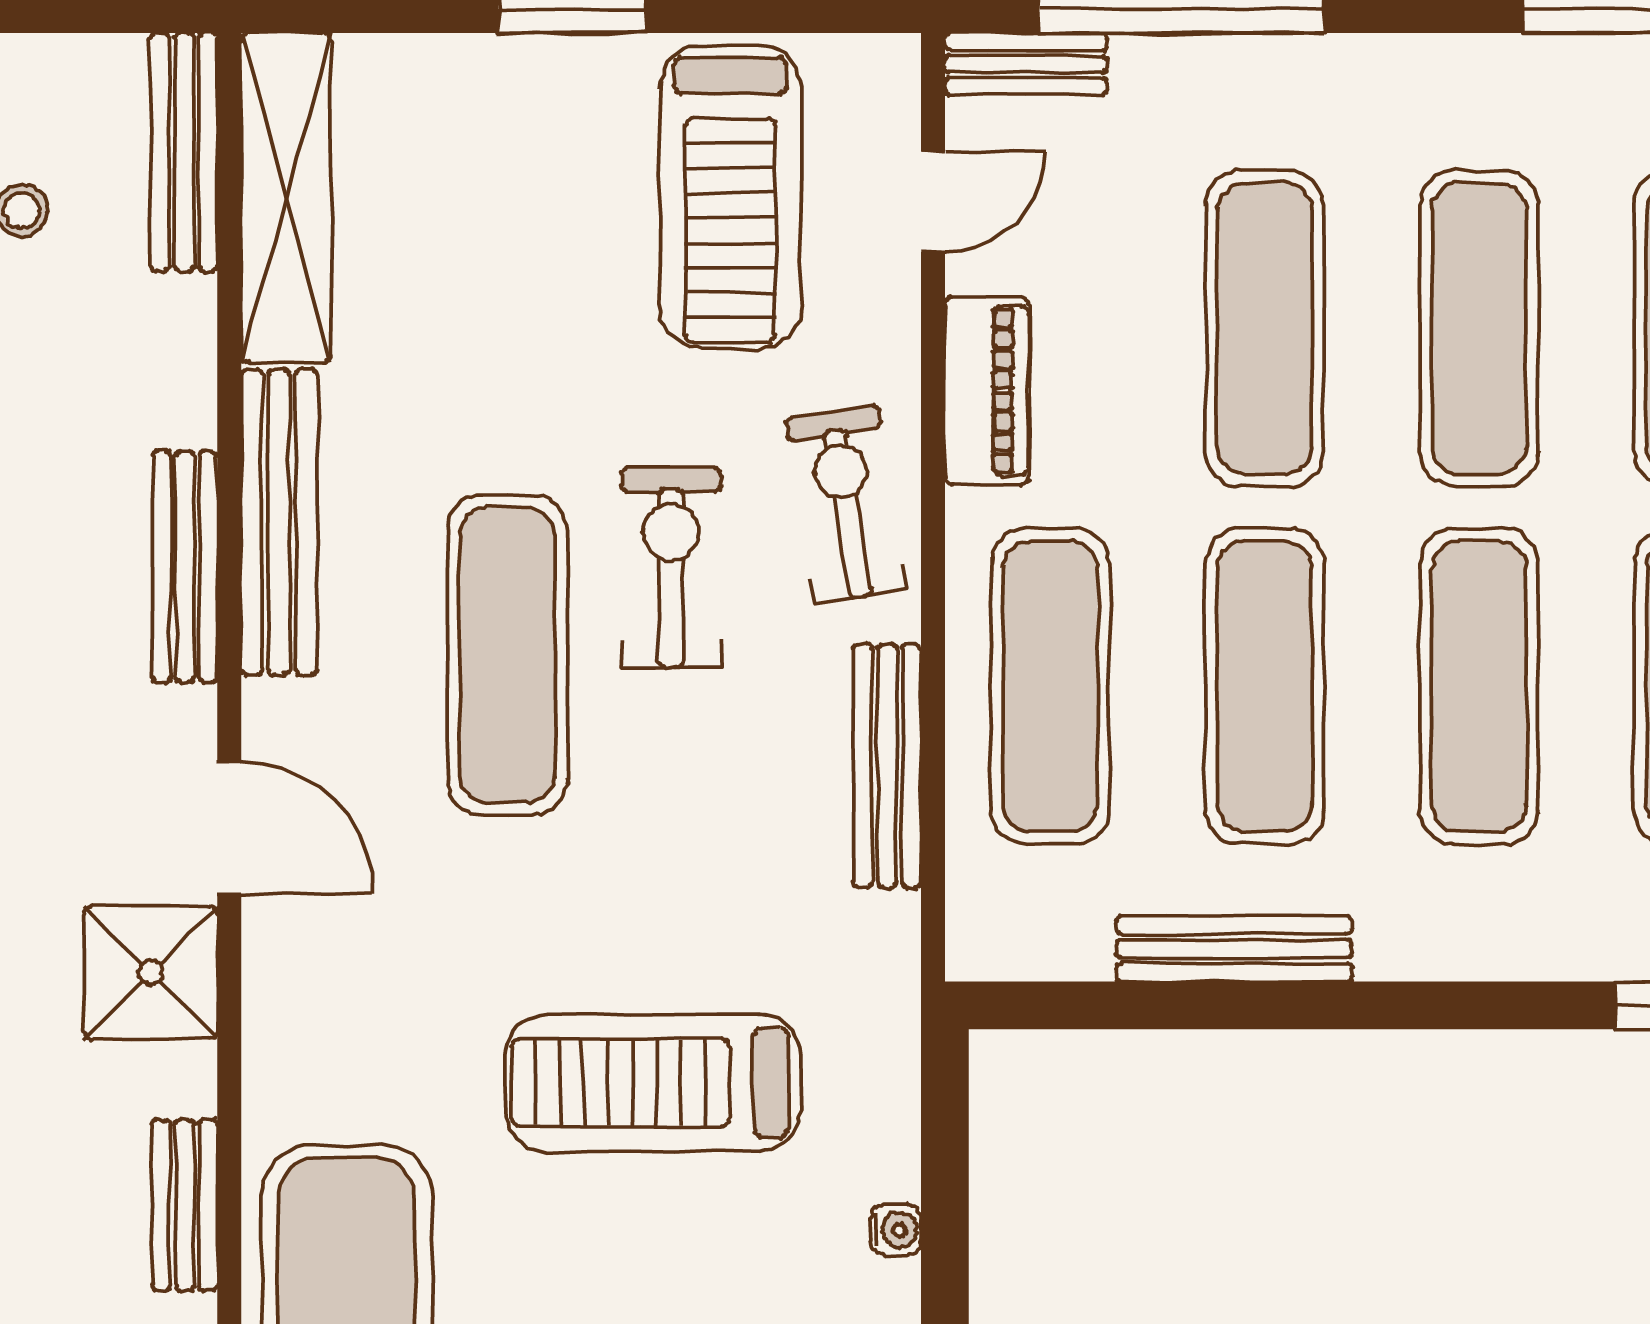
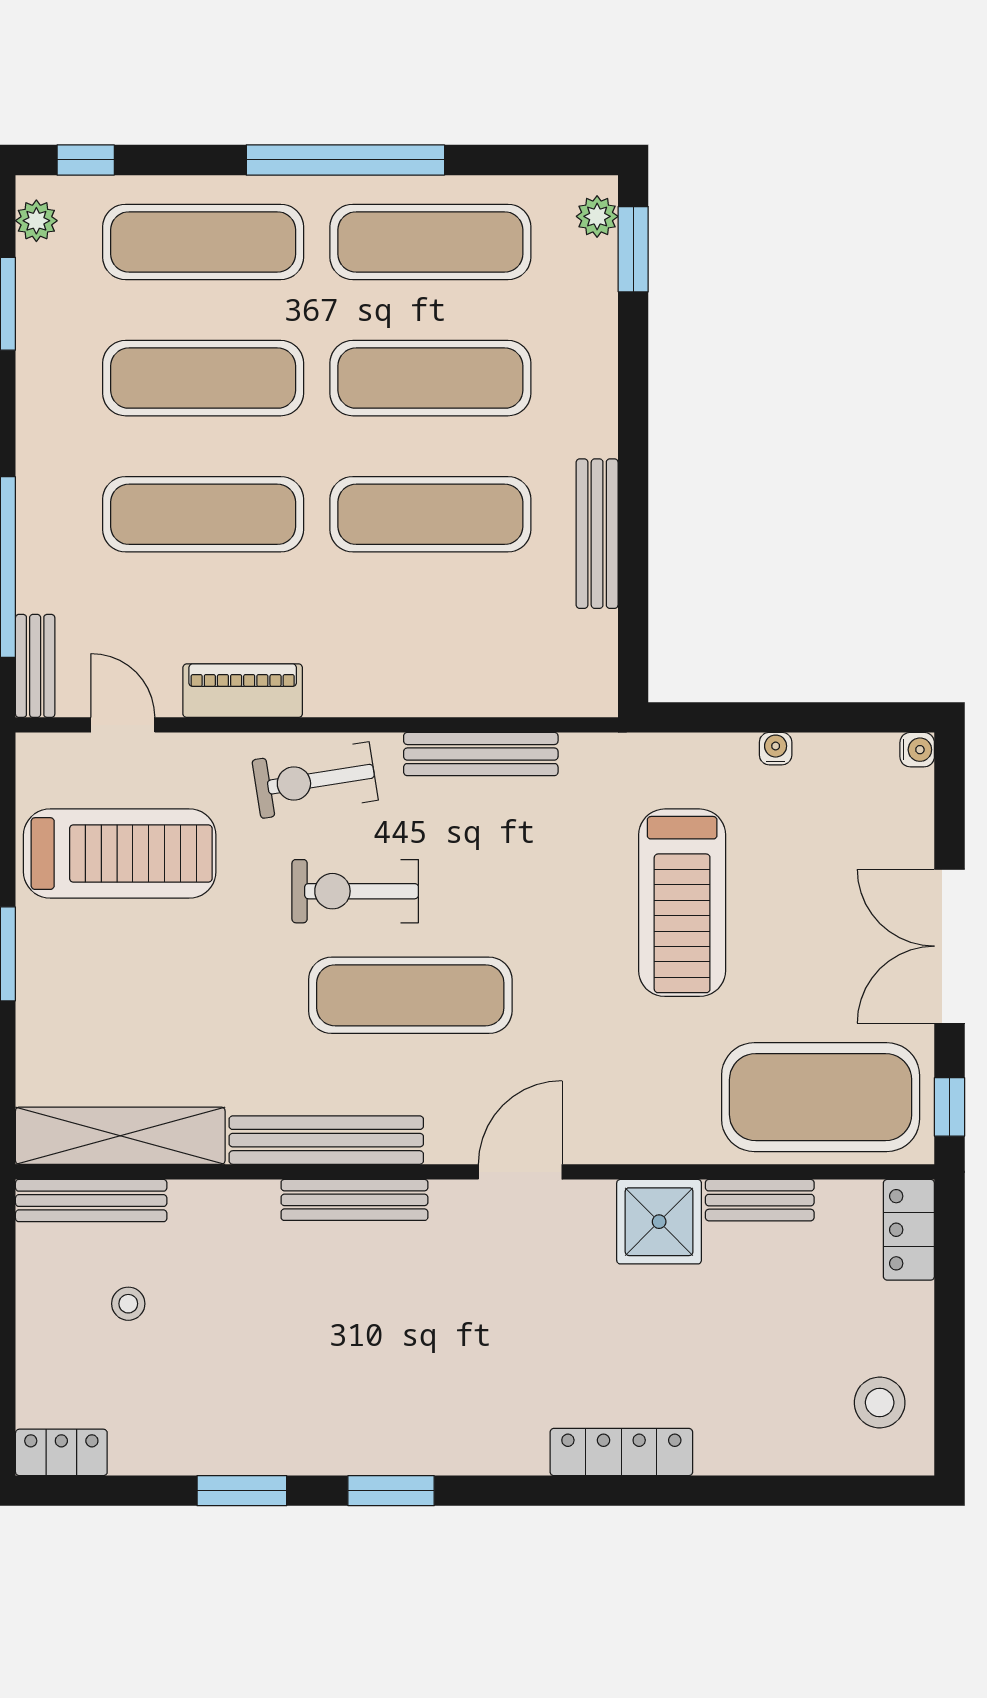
exercise mat: (1050, 686) -> (430, 650), removed
shower: (151, 973) -> (659, 1222), moved

